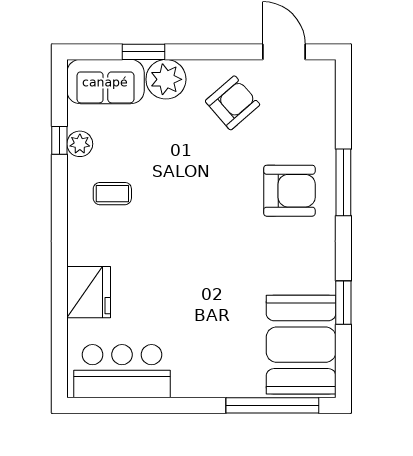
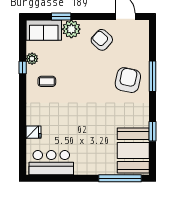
armchair: (233, 103) -> (102, 40), turned -97
window: (59, 140) -> (23, 67), moved
armchair: (289, 191) -> (128, 80), turned -78
fridge: (89, 292) -> (33, 132), width x0.53, depth x0.75

